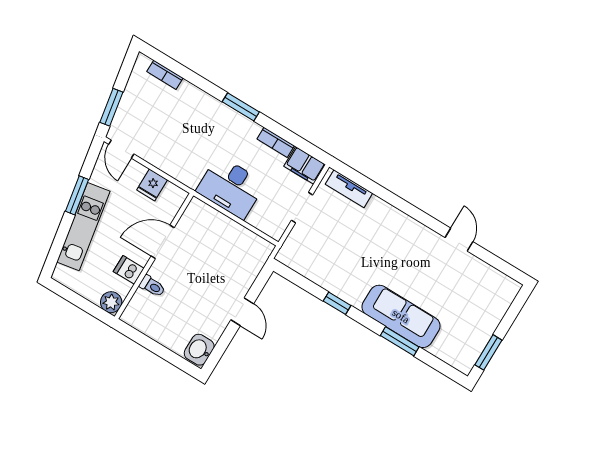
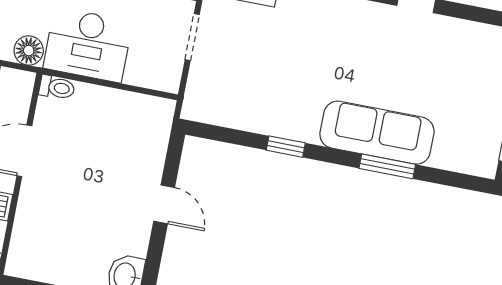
floor lamp: (190, 176) -> (29, 50), added
toilet: (152, 286) -> (57, 88), moved

